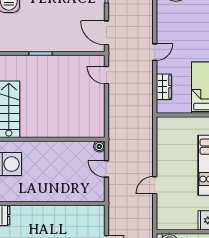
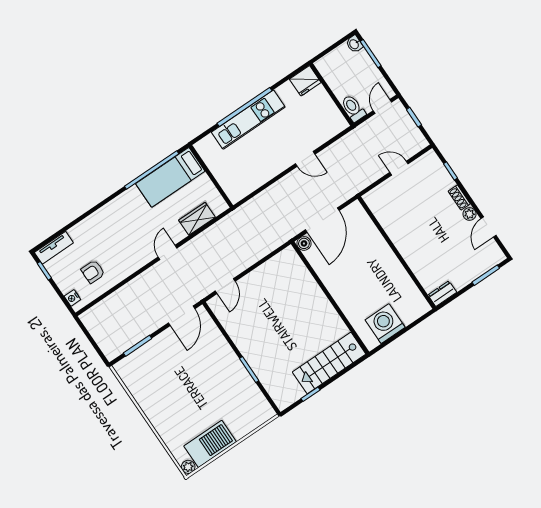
door: (155, 52) -> (168, 252), hinge flipped
door: (106, 169) -> (322, 220), width x1.88

